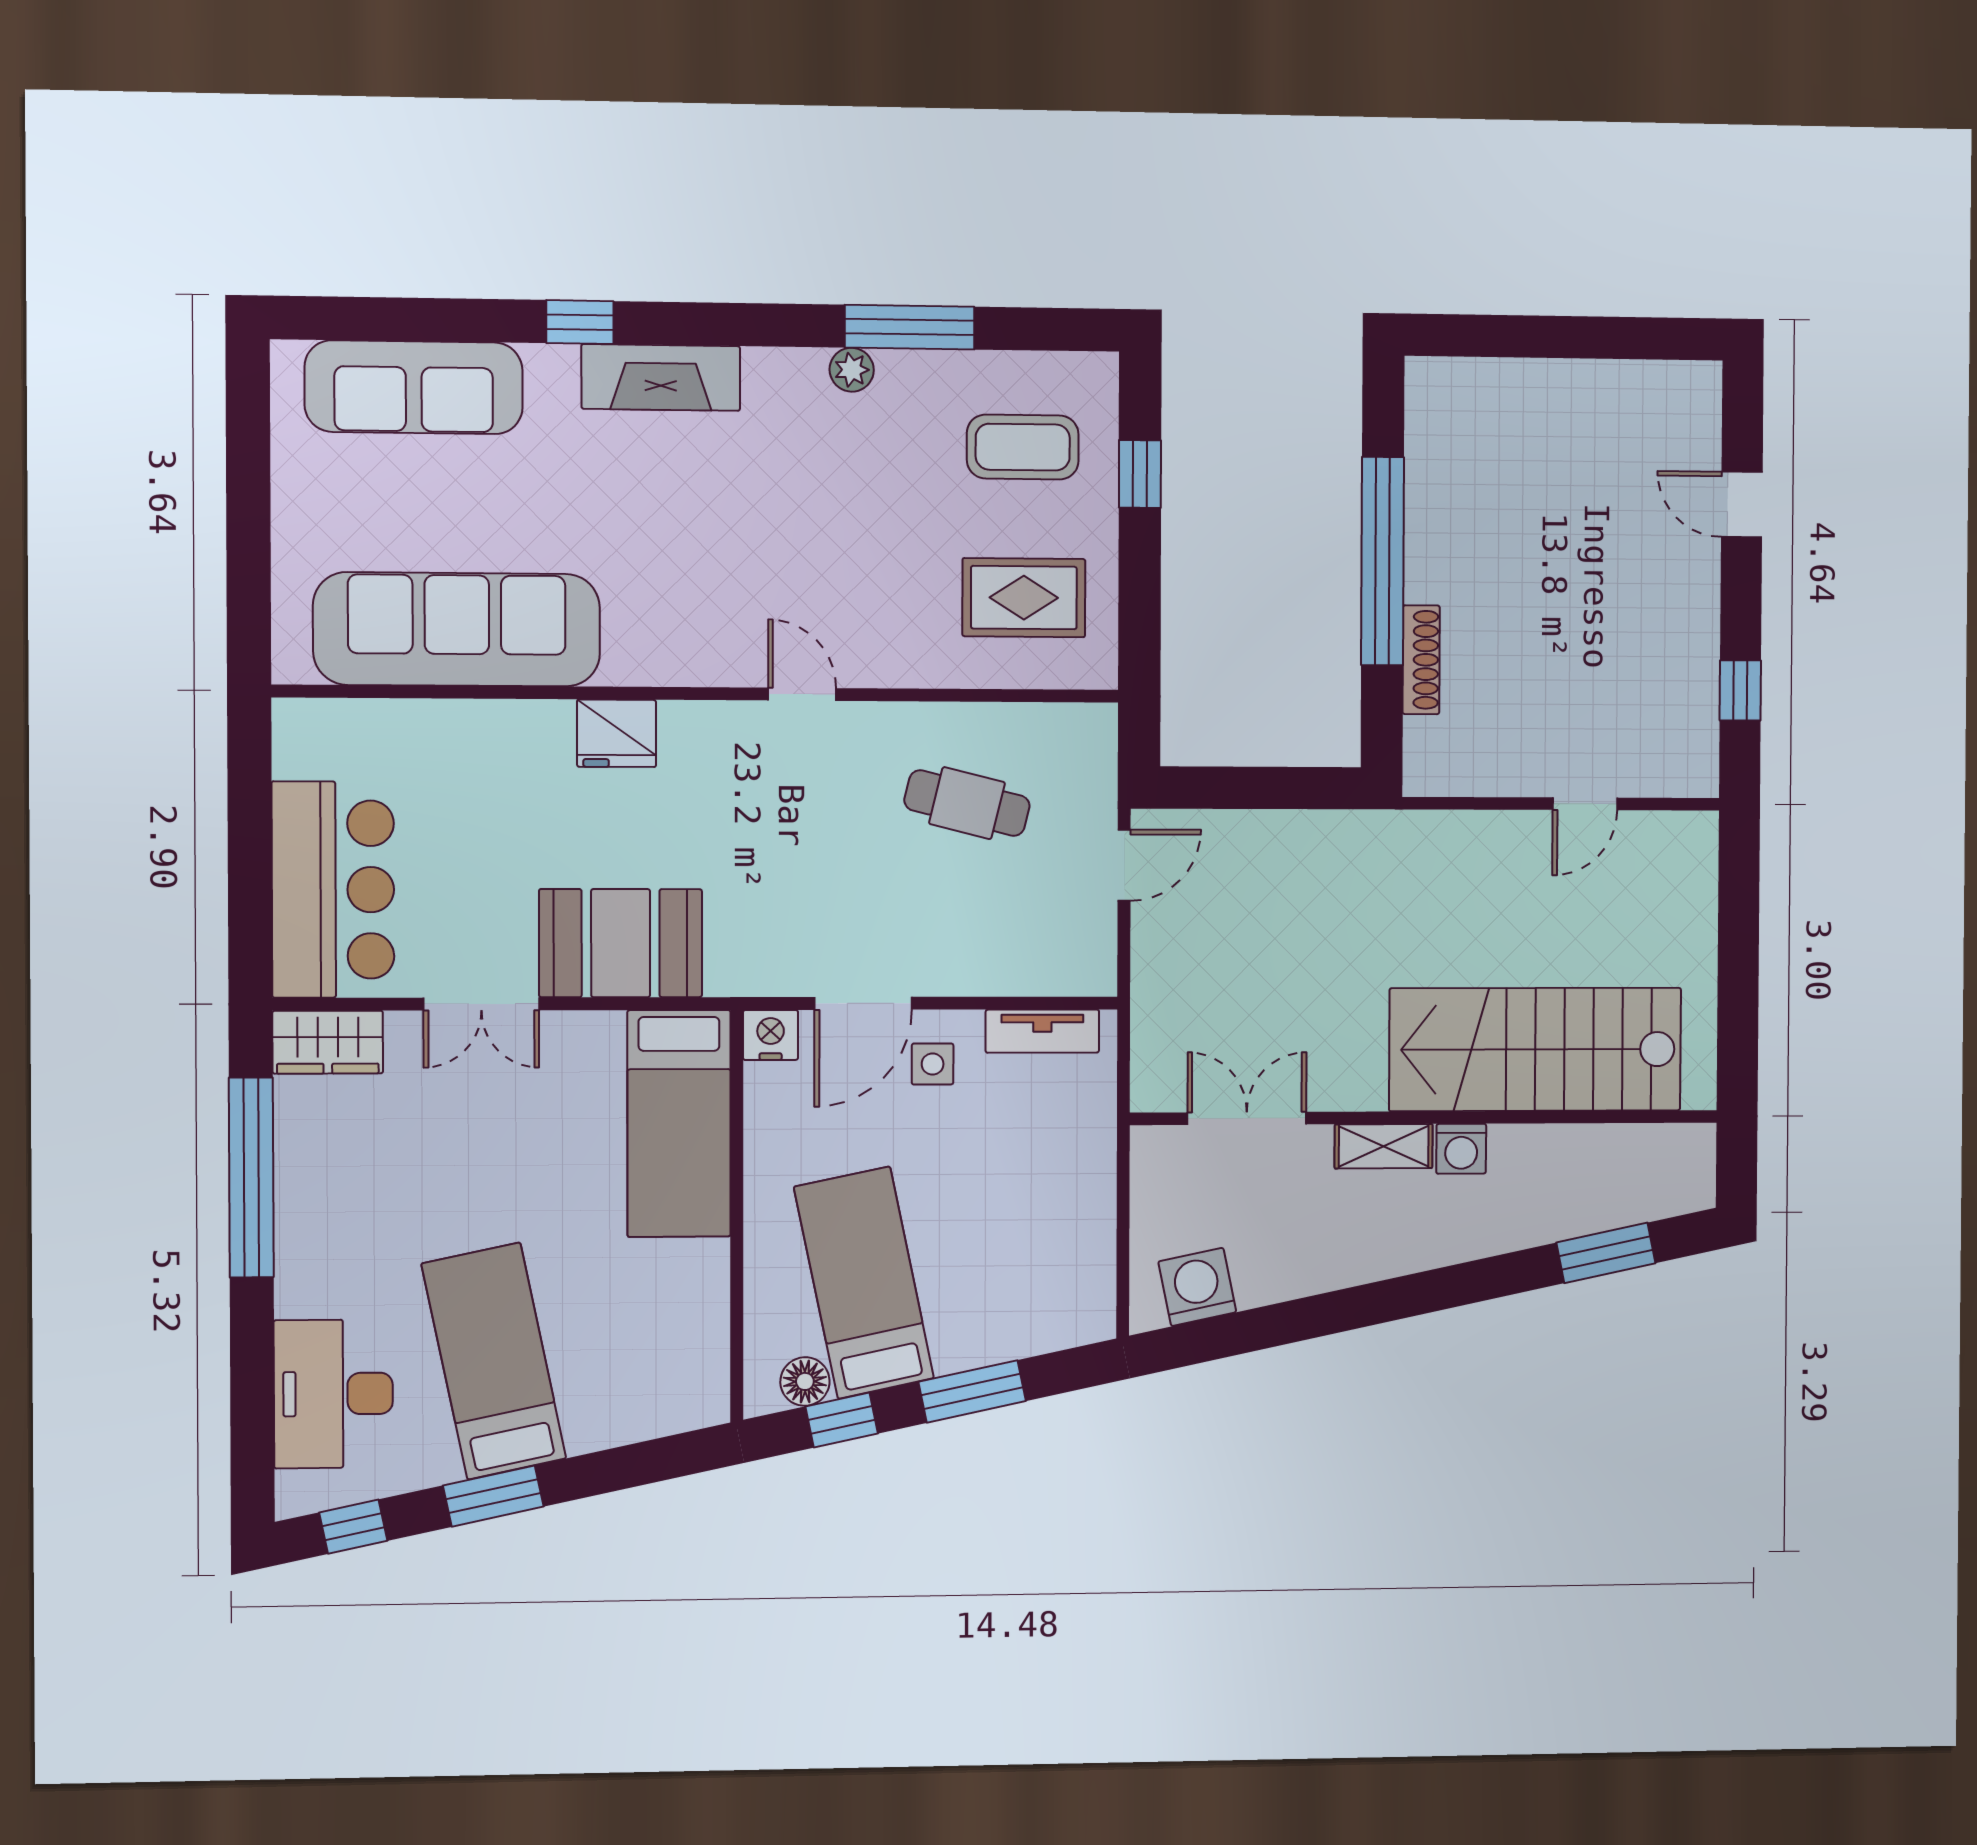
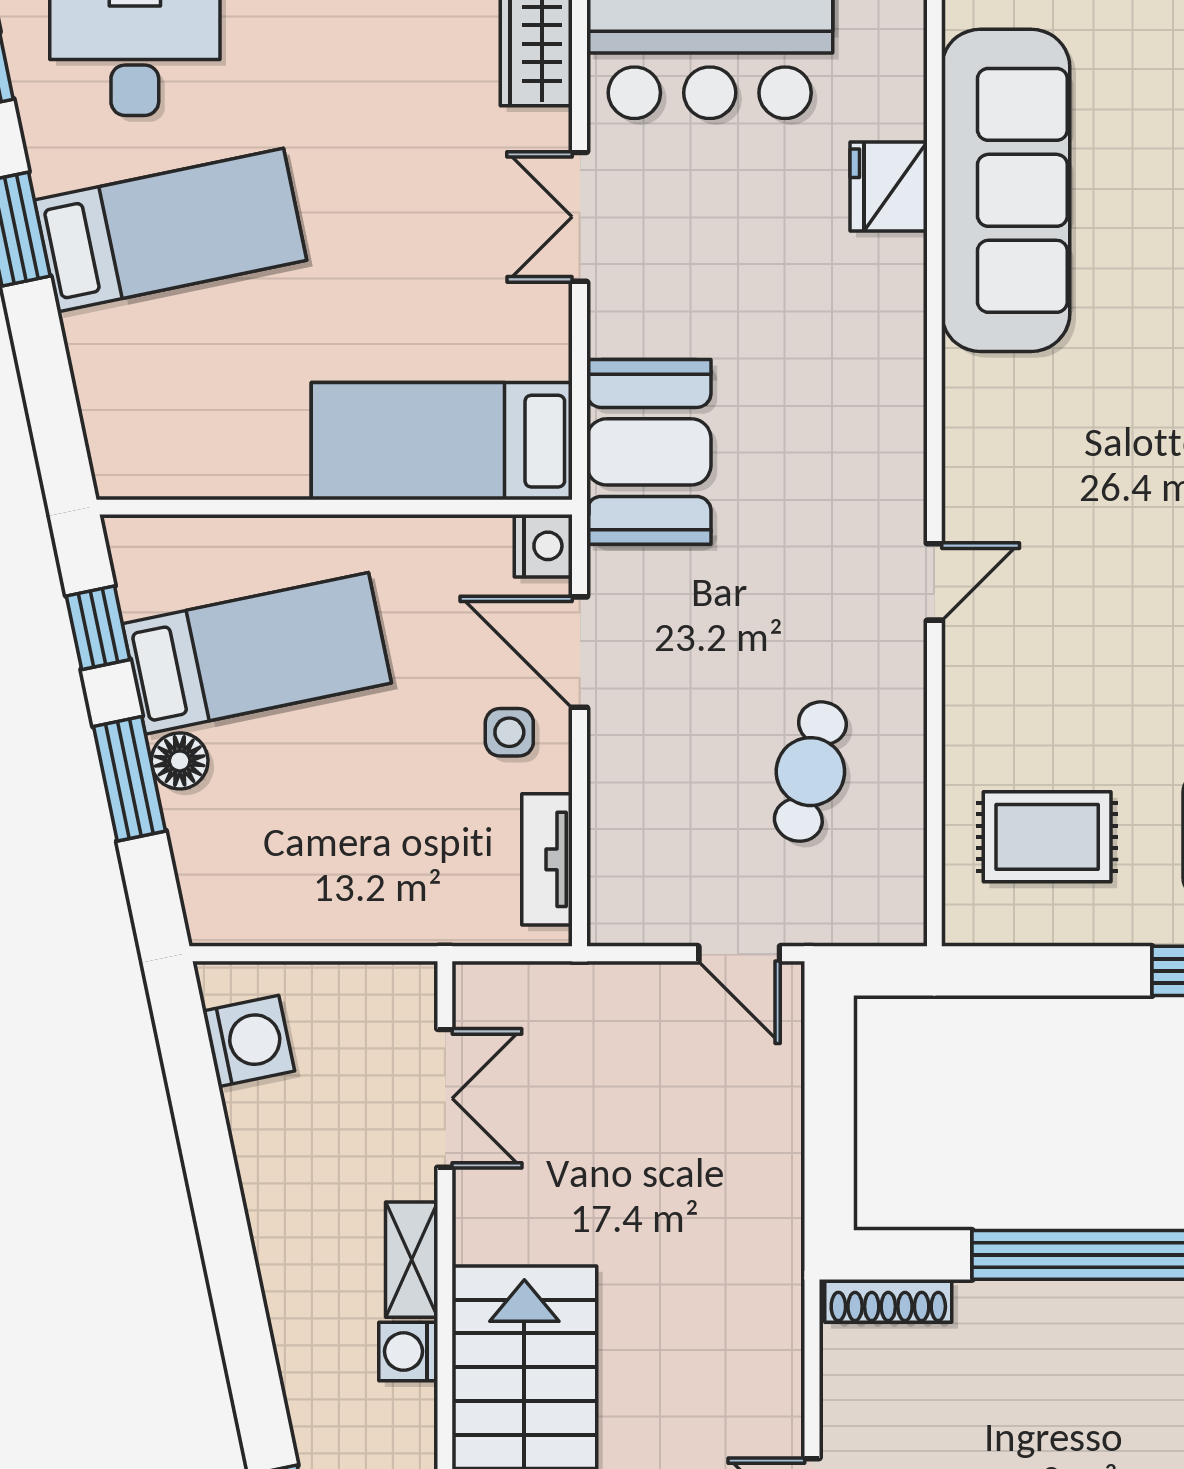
rug: (1024, 598) -> (1047, 837), turned 90
shoe rack: (1421, 660) -> (888, 1301), moved
fridge: (617, 733) -> (889, 186), moved
booth: (621, 943) -> (649, 452), moved
floor lamp: (805, 1381) -> (180, 761), moved

